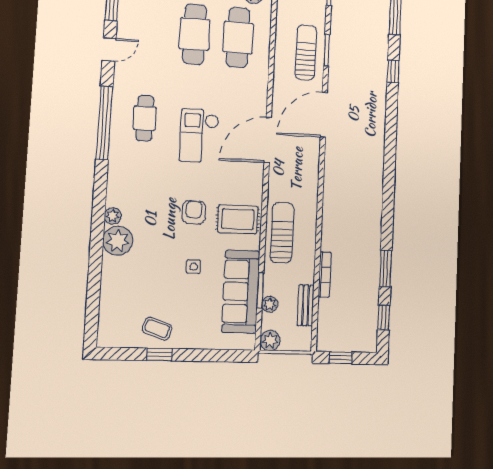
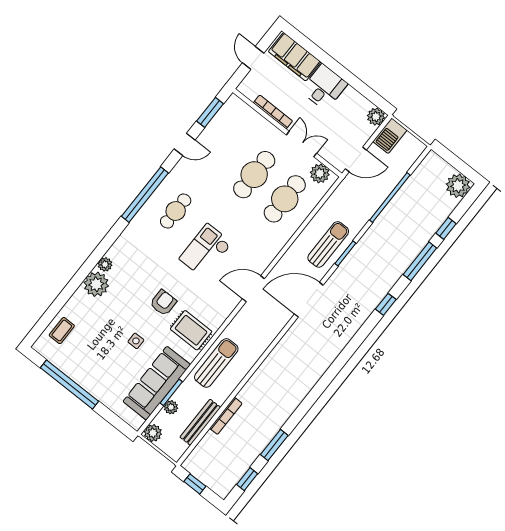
door: (268, 140) -> (253, 289), width x0.73
bench: (306, 305) -> (200, 422), width x1.36
coffee table: (157, 329) -> (62, 331), moved, turned 70
window: (159, 355) -> (69, 384), width x3.17

